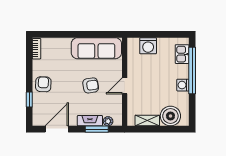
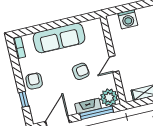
sofa: (96, 48) -> (59, 38), moved
plant: (108, 121) -> (109, 97), width x1.88, depth x1.88
window: (97, 129) -> (97, 113), width x1.44

